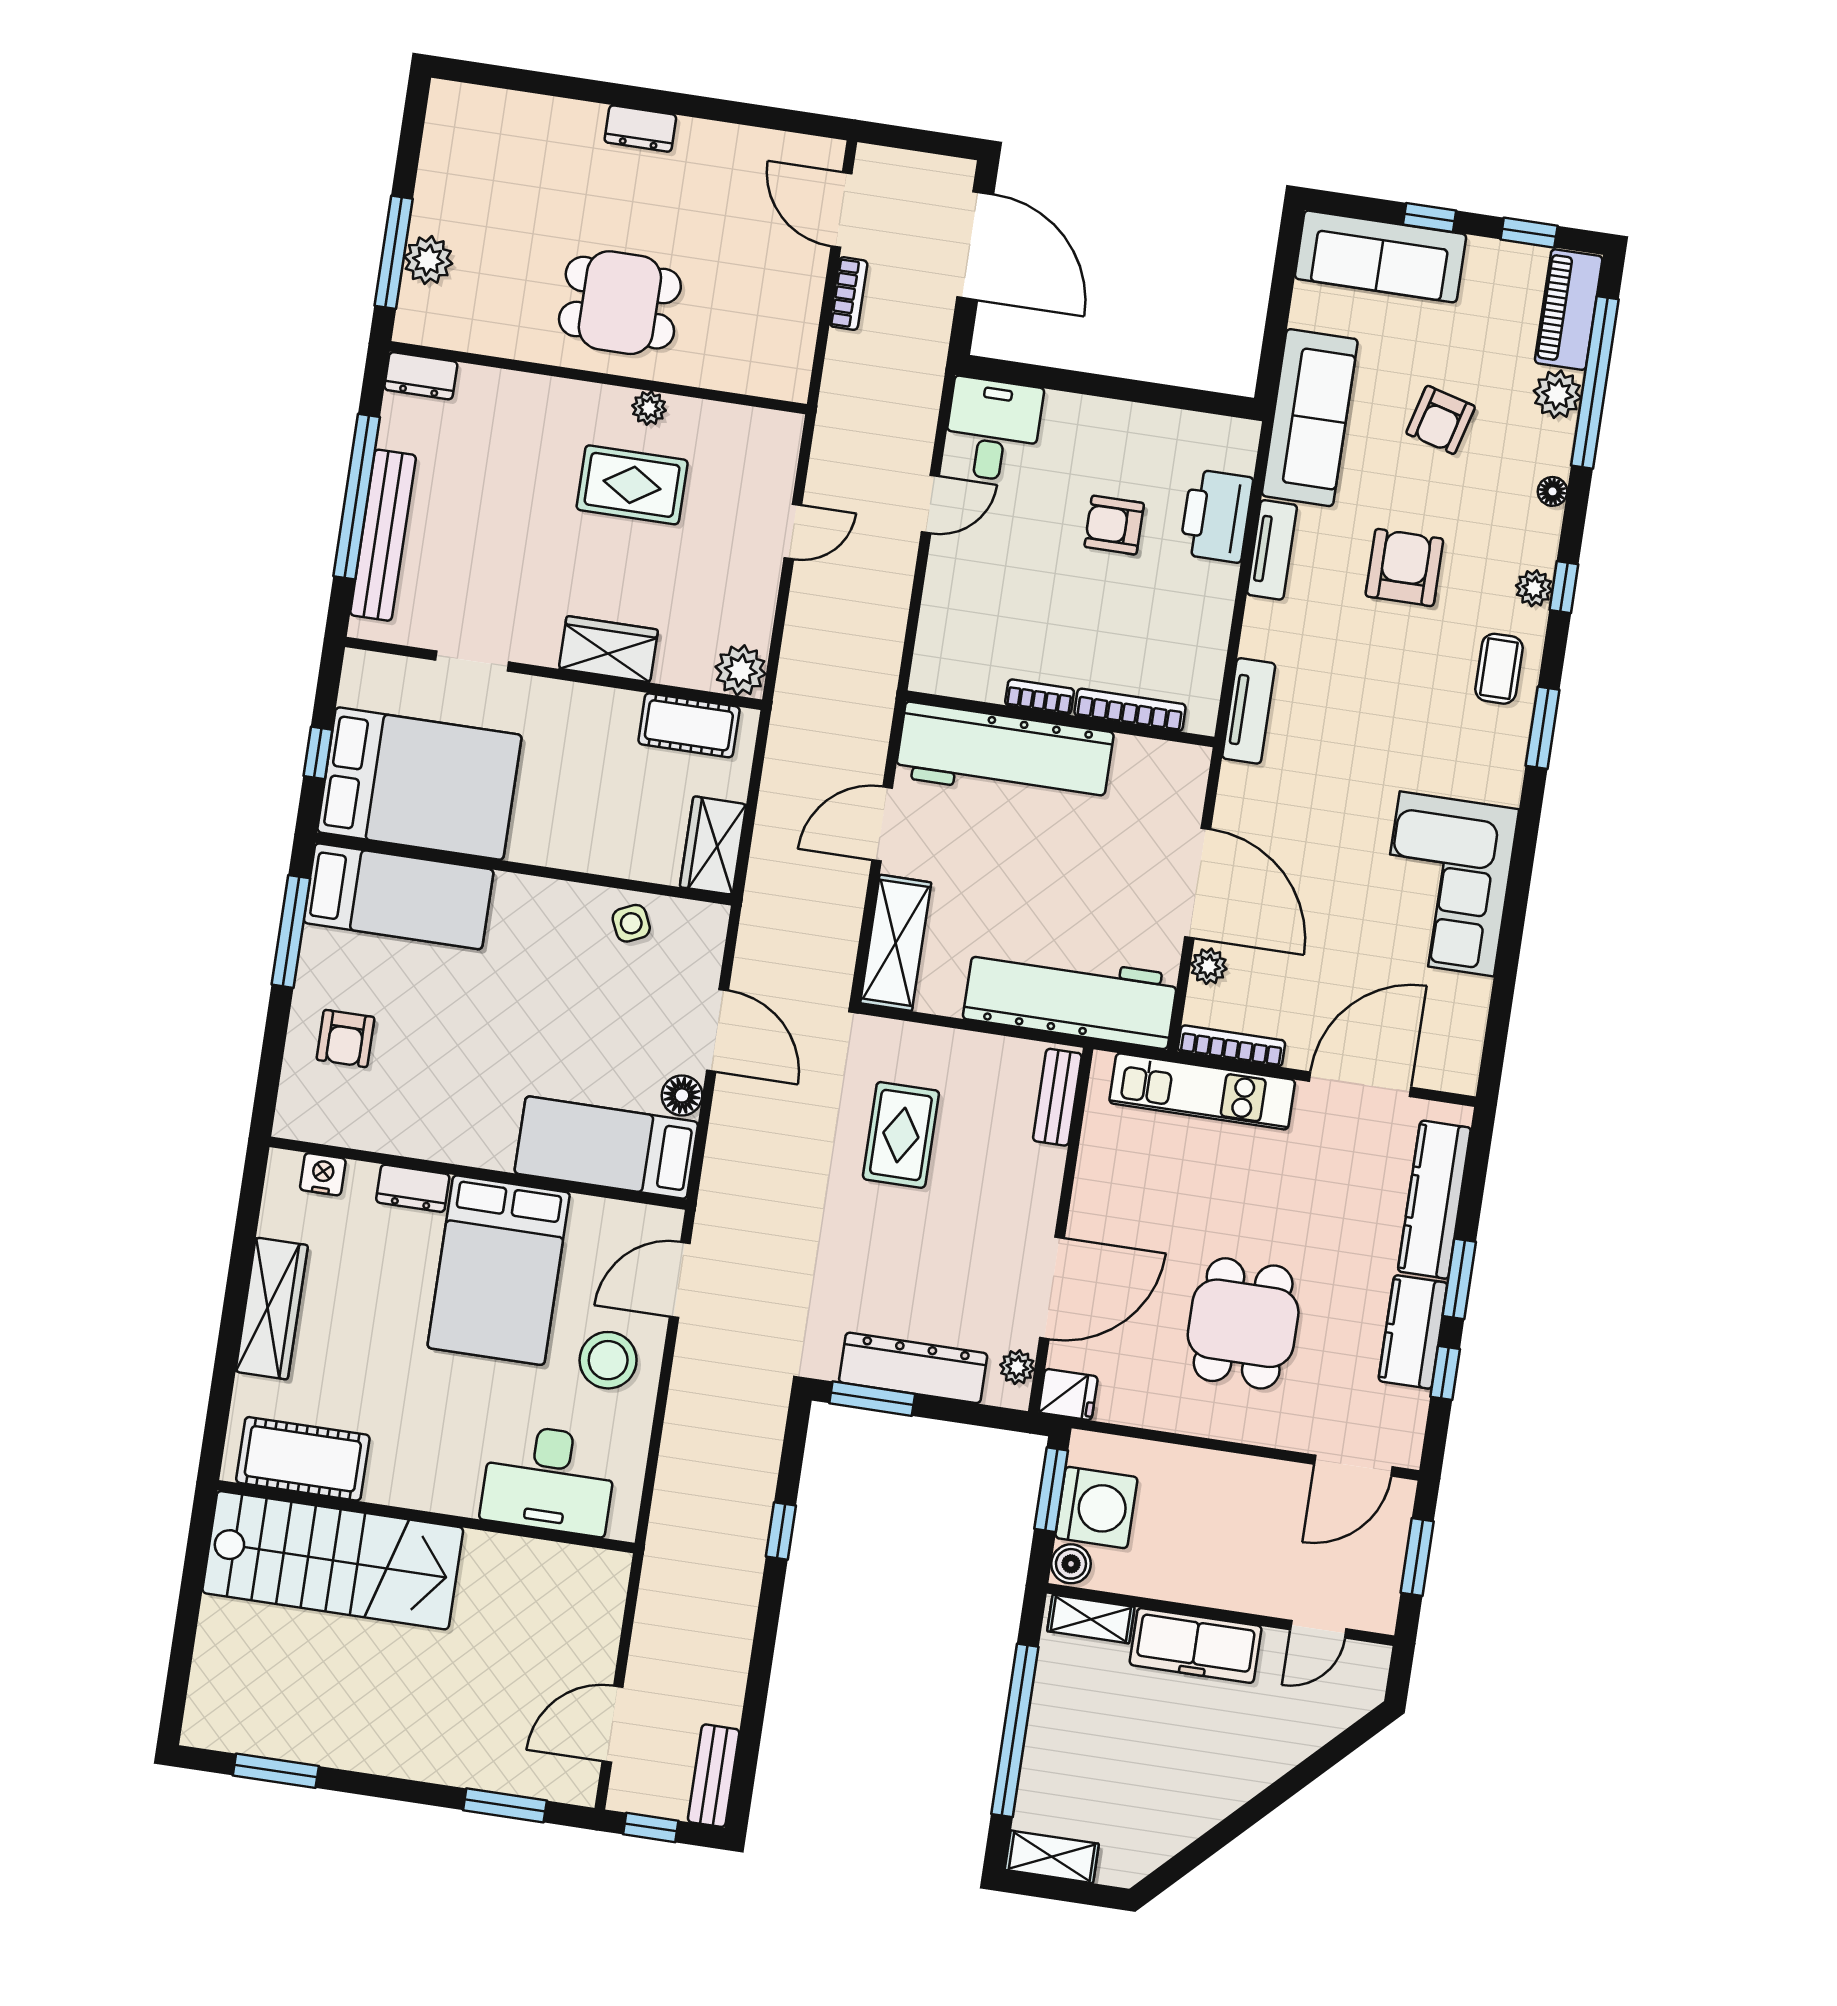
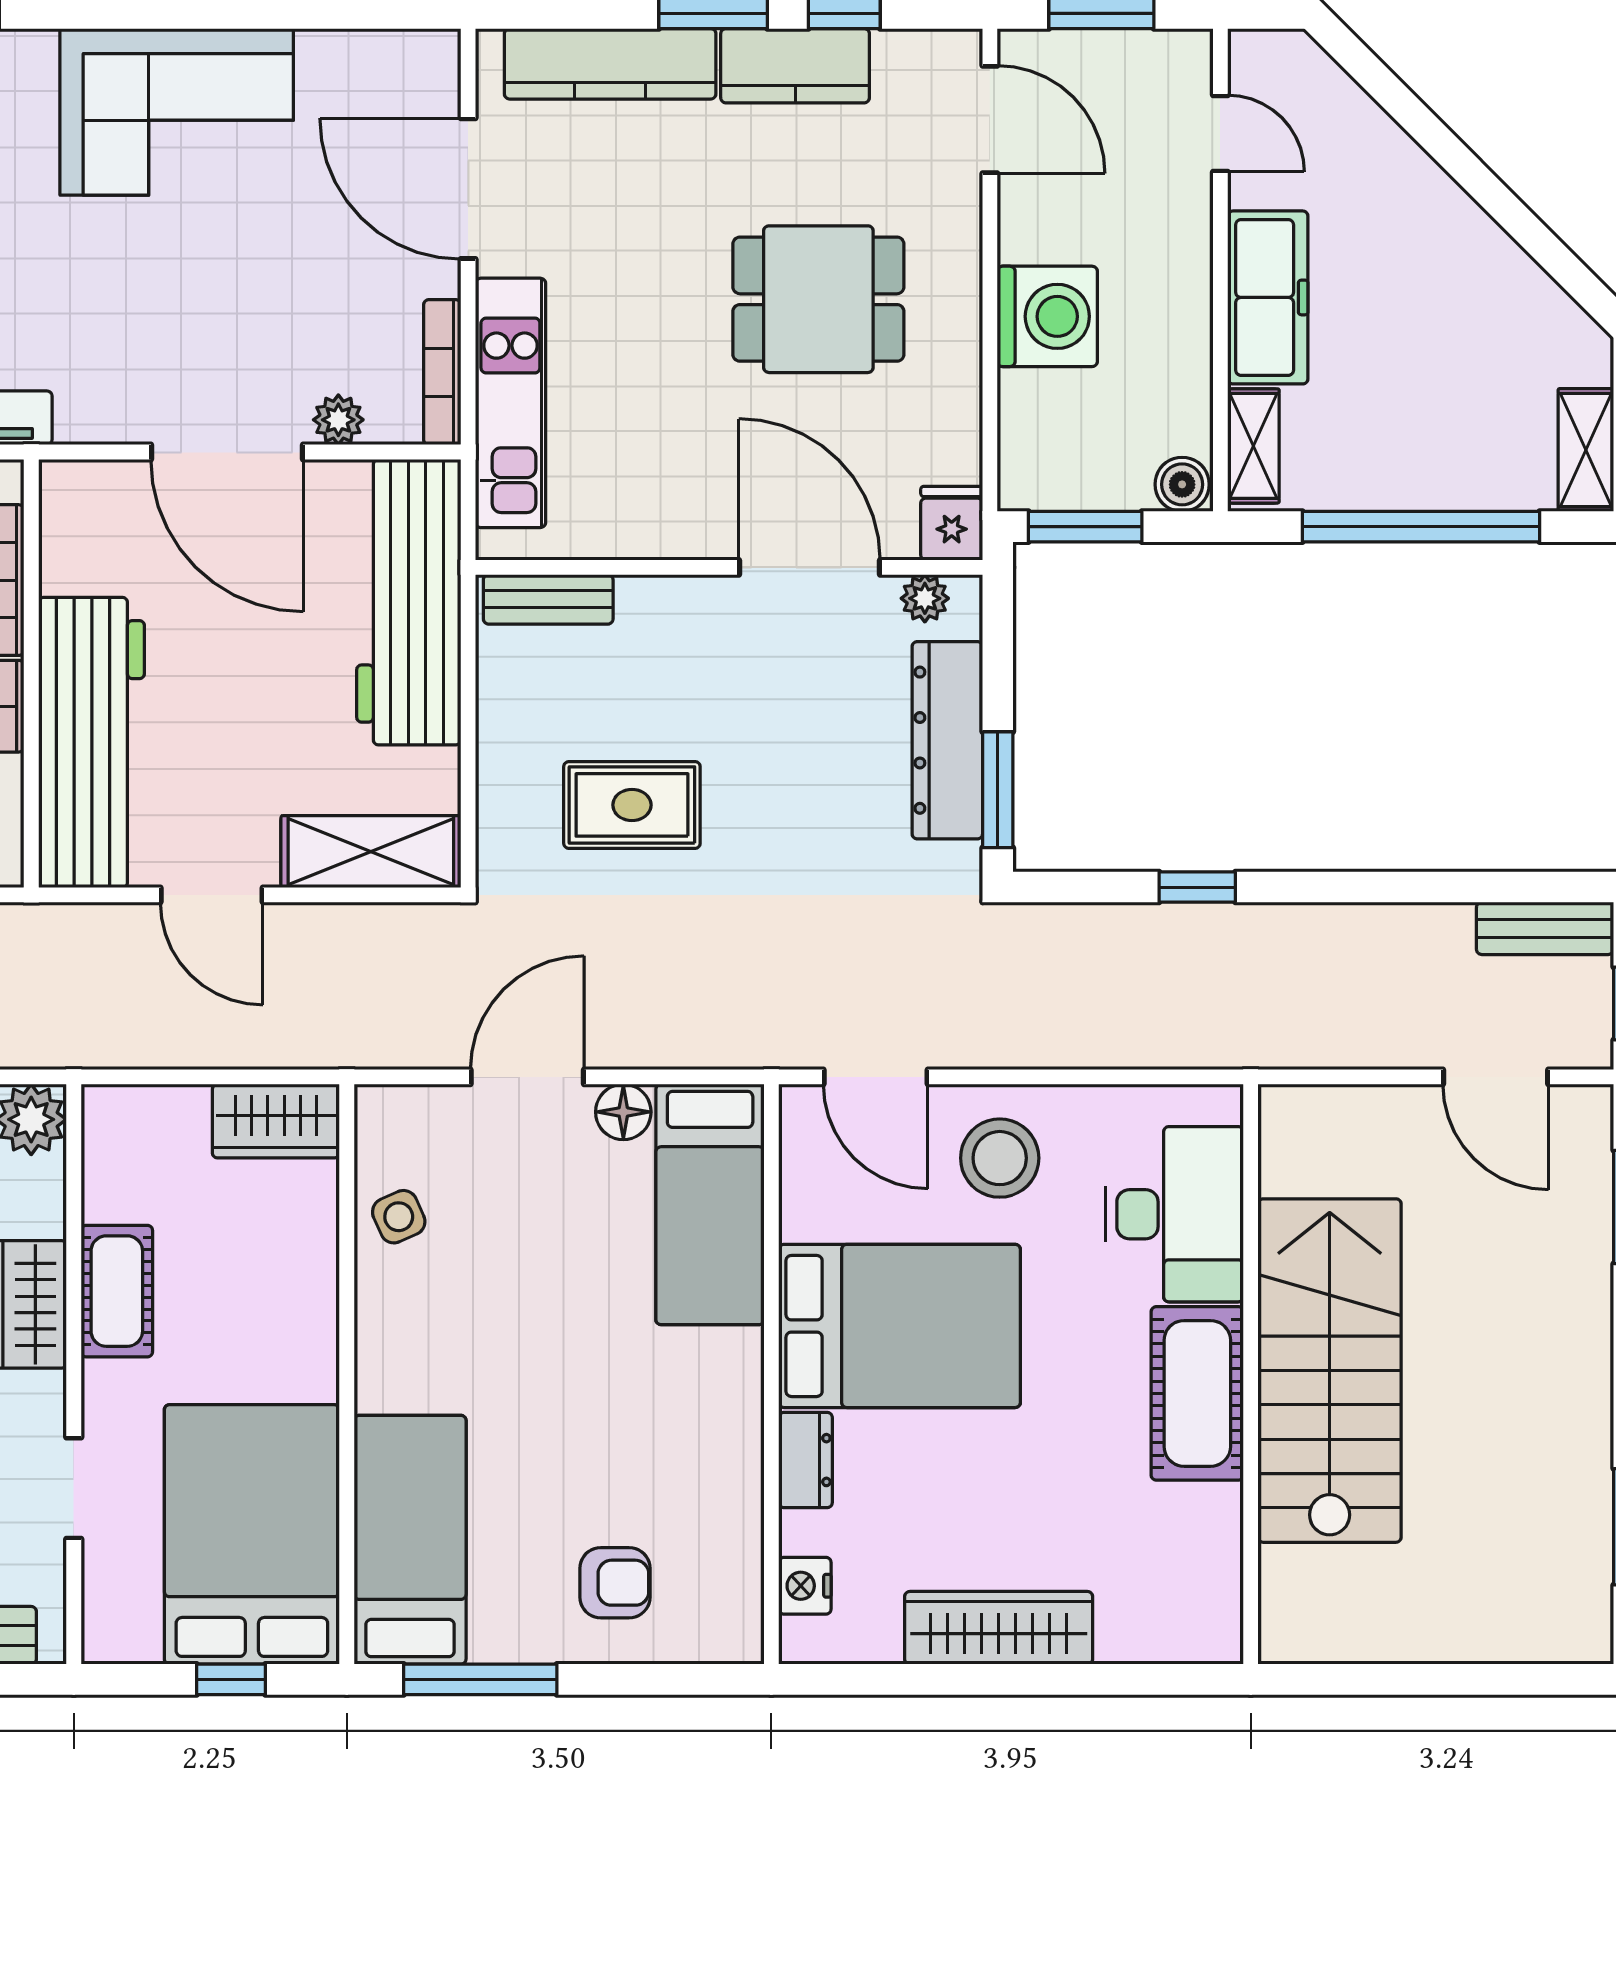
cot: (689, 725) -> (117, 1291), moved
door: (1198, 883) -> (227, 452), swing flipped
cot: (303, 1459) -> (1197, 1393), moved
washing machine: (1096, 1508) -> (1047, 316), moved, turned 90
stairs: (333, 1560) -> (1330, 1371), moved

